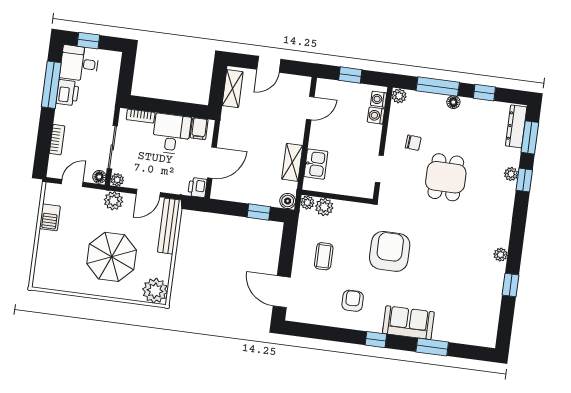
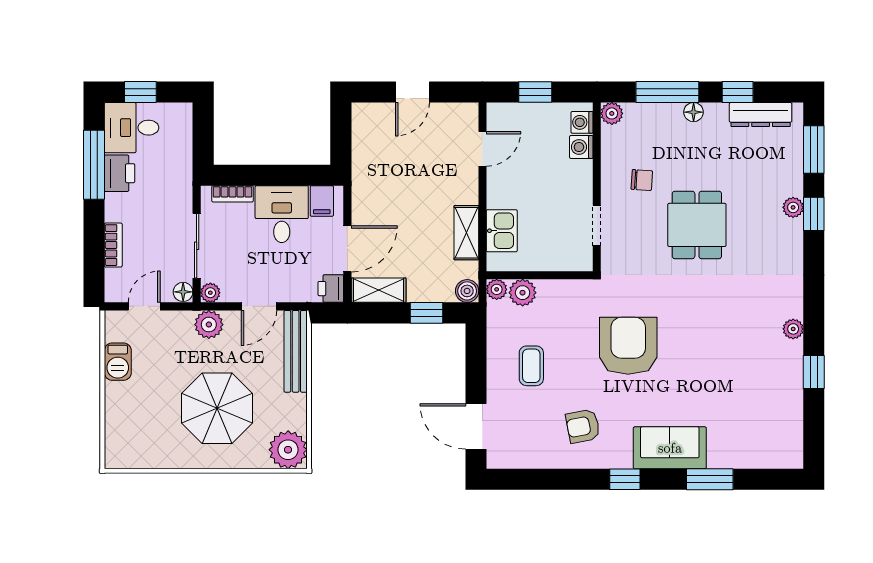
shelving: (233, 89) -> (379, 290), moved, turned 90
dresser: (516, 126) -> (761, 115), moved, turned -90
armchair: (353, 301) -> (583, 426), turned -101

